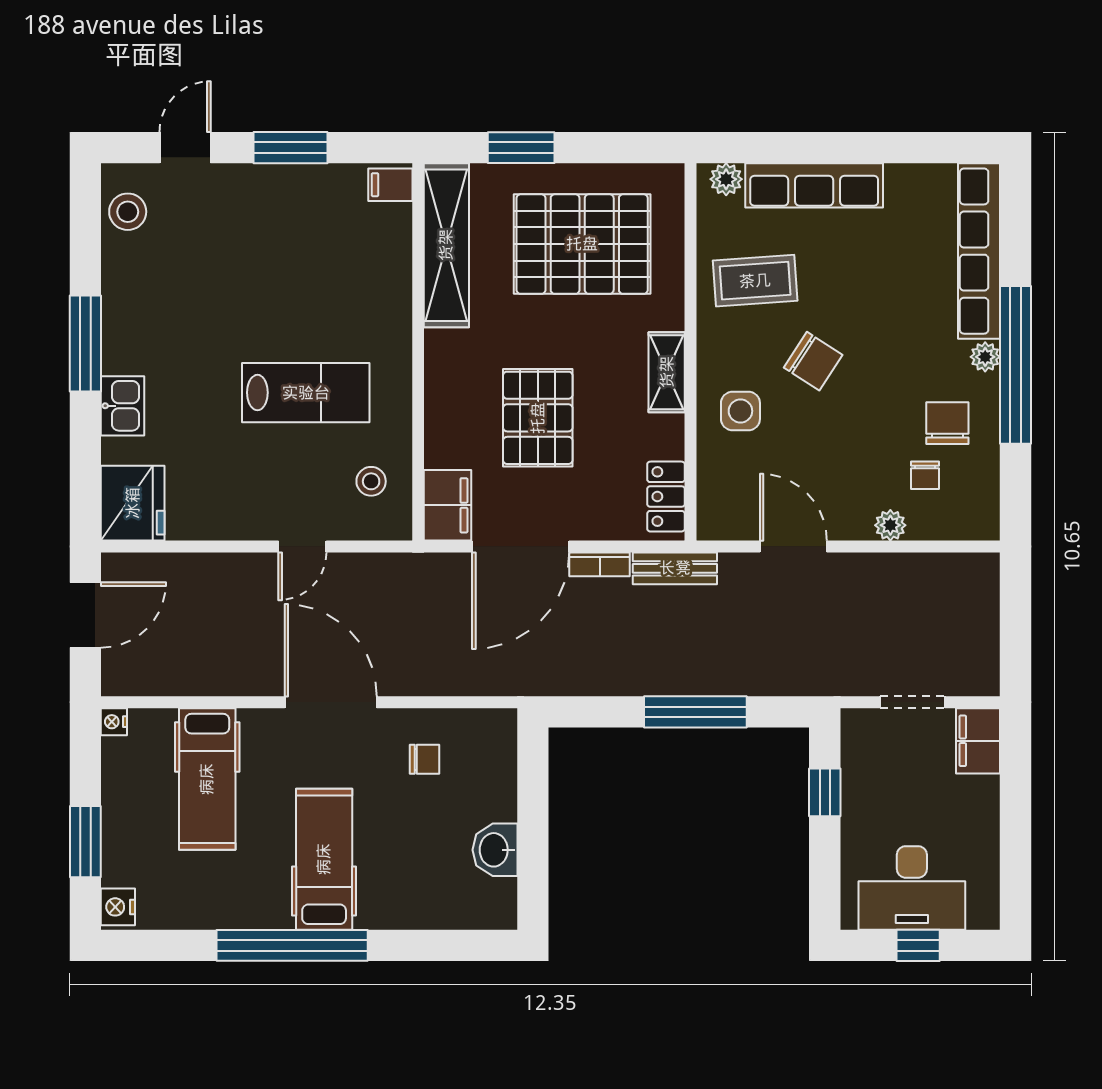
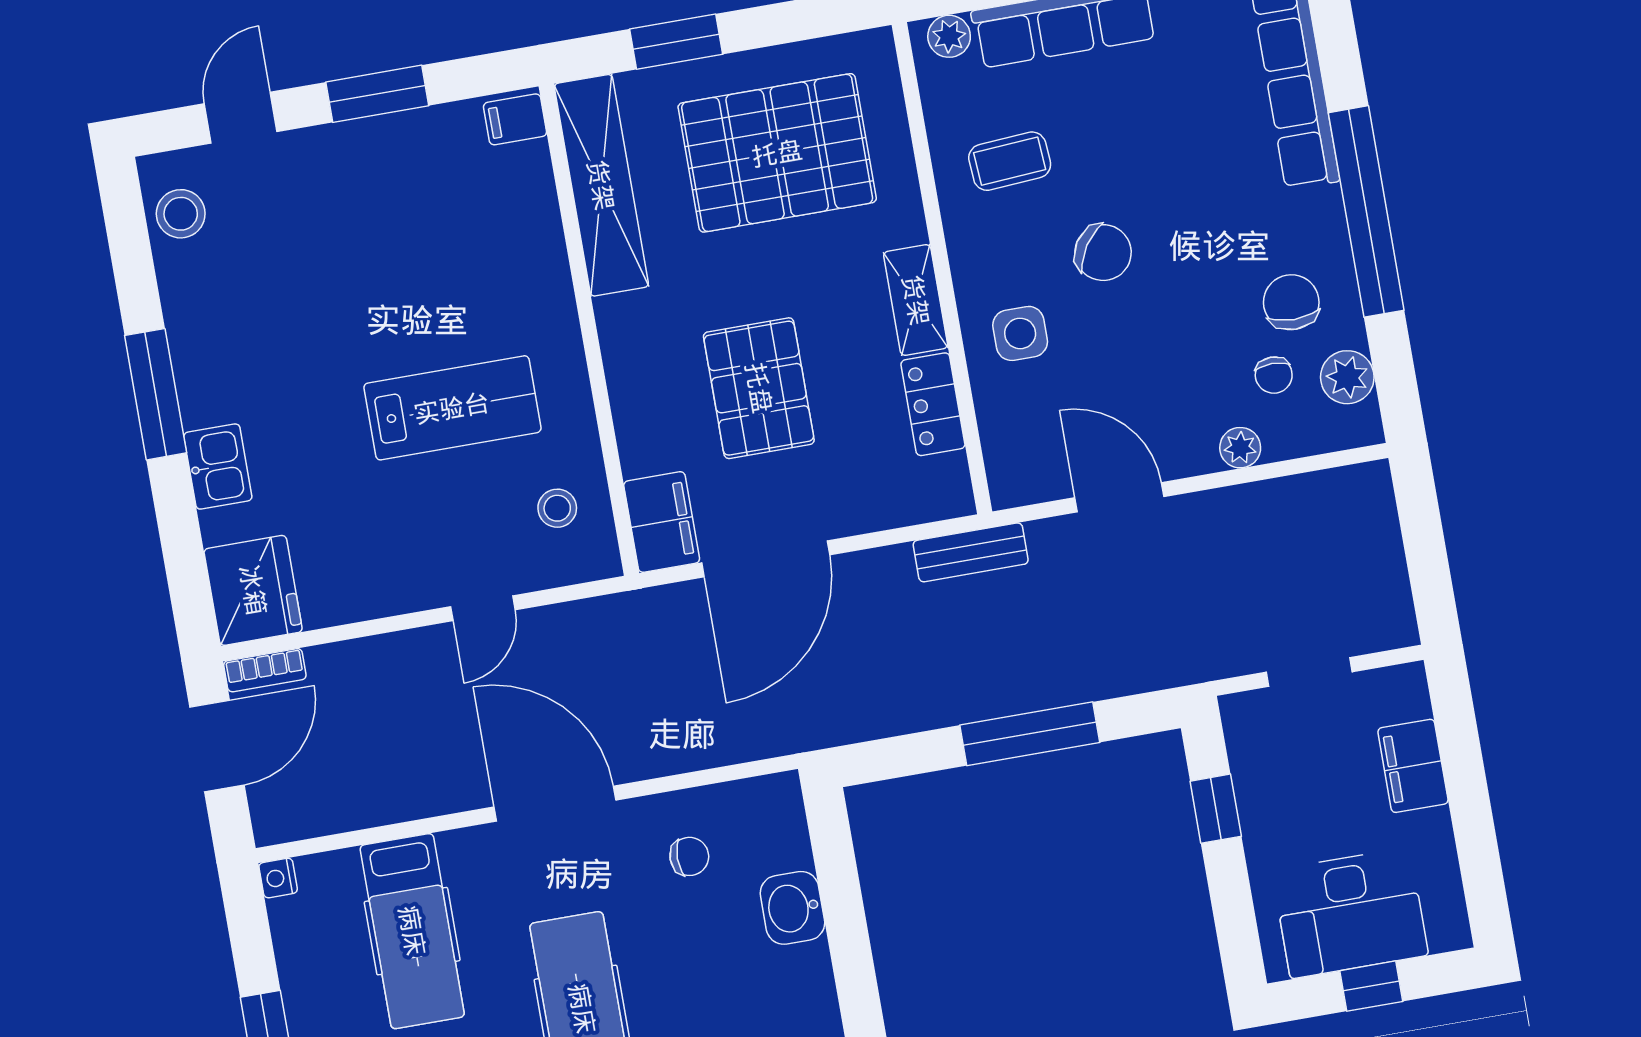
coffee table: (755, 281) -> (1010, 161), width x0.73, depth x0.77
plant: (985, 357) -> (1347, 377), moved, width x1.38, depth x1.38
locker: (666, 497) -> (933, 404), moved
bookcase: (600, 564) -> (265, 670), moved
filing cabinet: (978, 741) -> (1413, 766), moved
washbasin: (495, 850) -> (792, 908), moved

